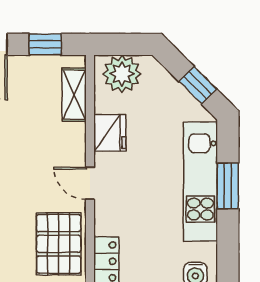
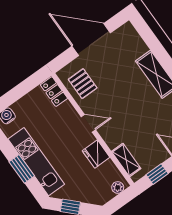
plant: (122, 74) -> (118, 187), width x0.53, depth x0.53
pallet: (59, 244) -> (83, 84), width x0.67, depth x0.71

